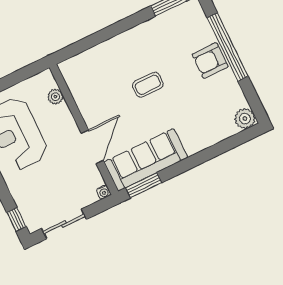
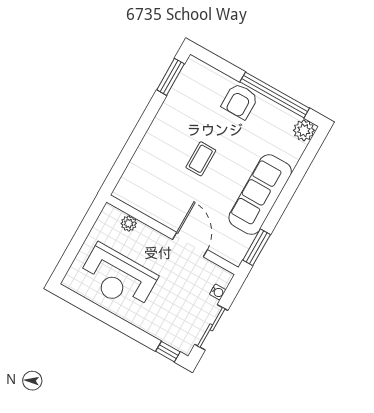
window: (228, 47) -> (275, 95), moved
sofa: (146, 160) -> (260, 195), moved
water cooler: (104, 192) -> (218, 292), moved

